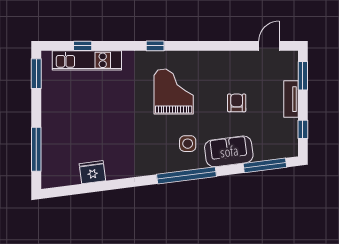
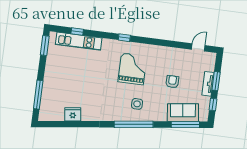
window: (303, 76) -> (216, 81), moved
sofa: (229, 151) -> (183, 113), moved

